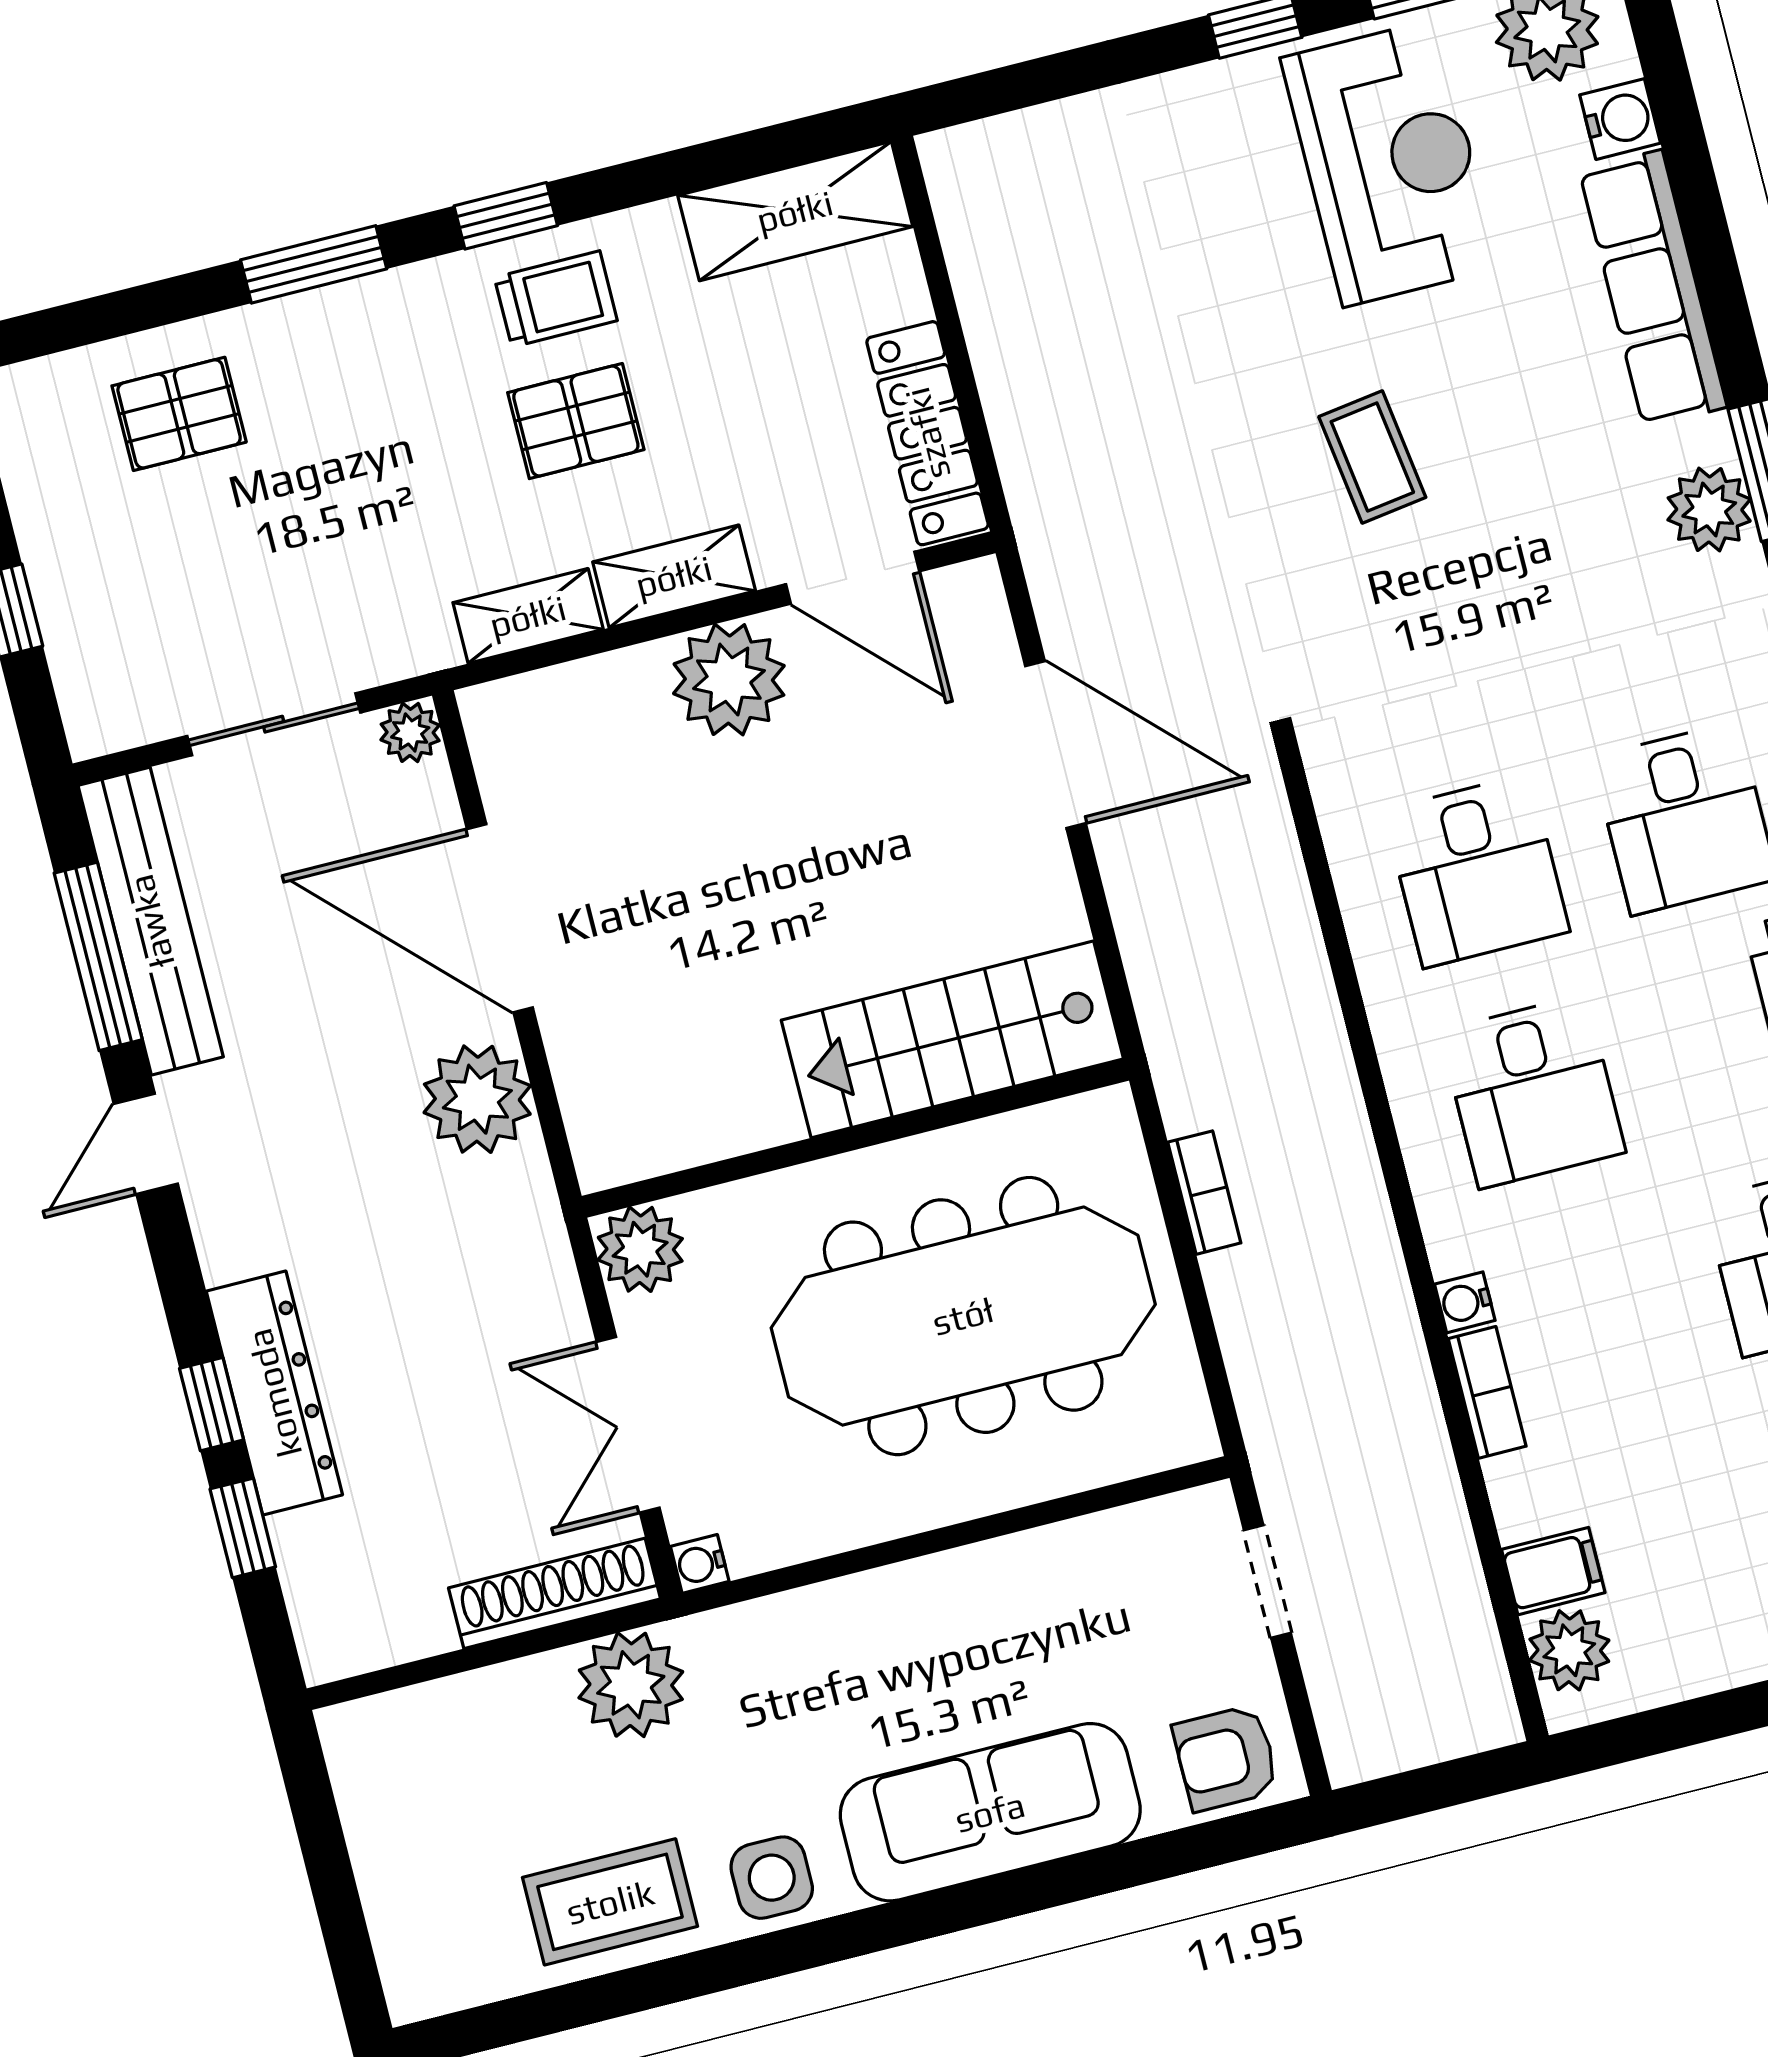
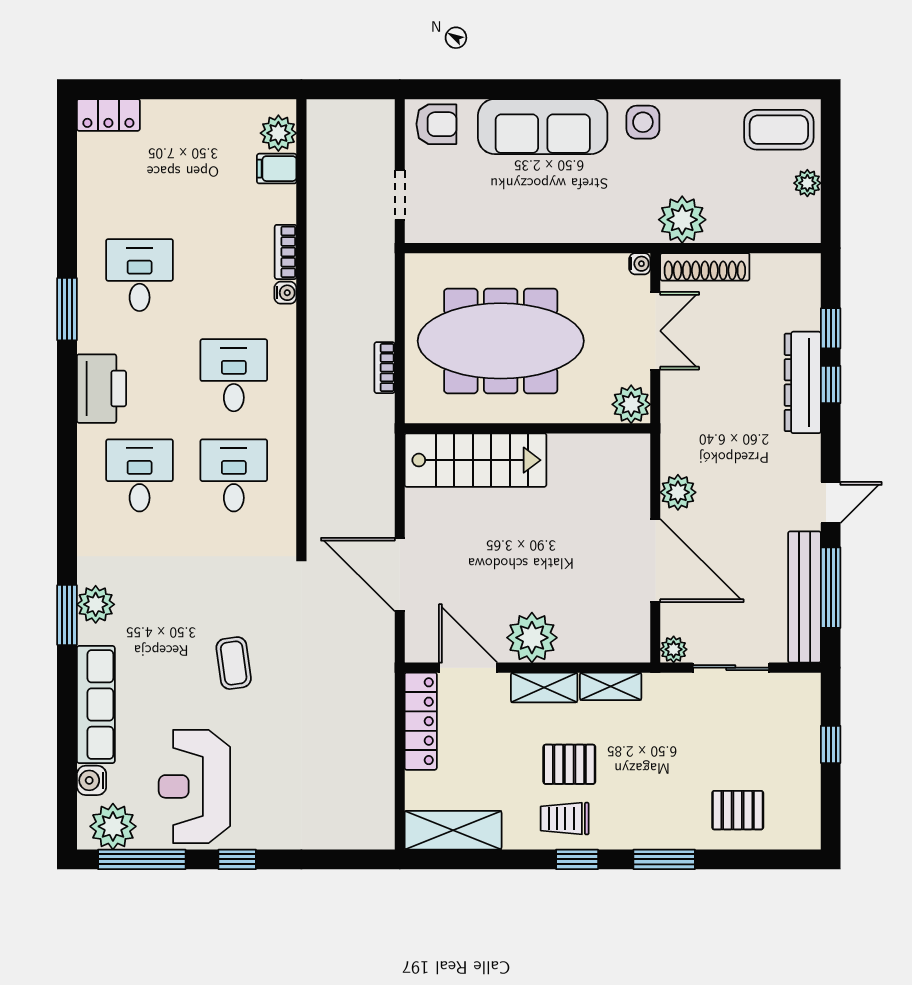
plant: (477, 1099) -> (678, 492), width x0.73, depth x0.73
plant: (375, 1835) -> (807, 183), added
coffee table: (610, 1902) -> (779, 130), moved

